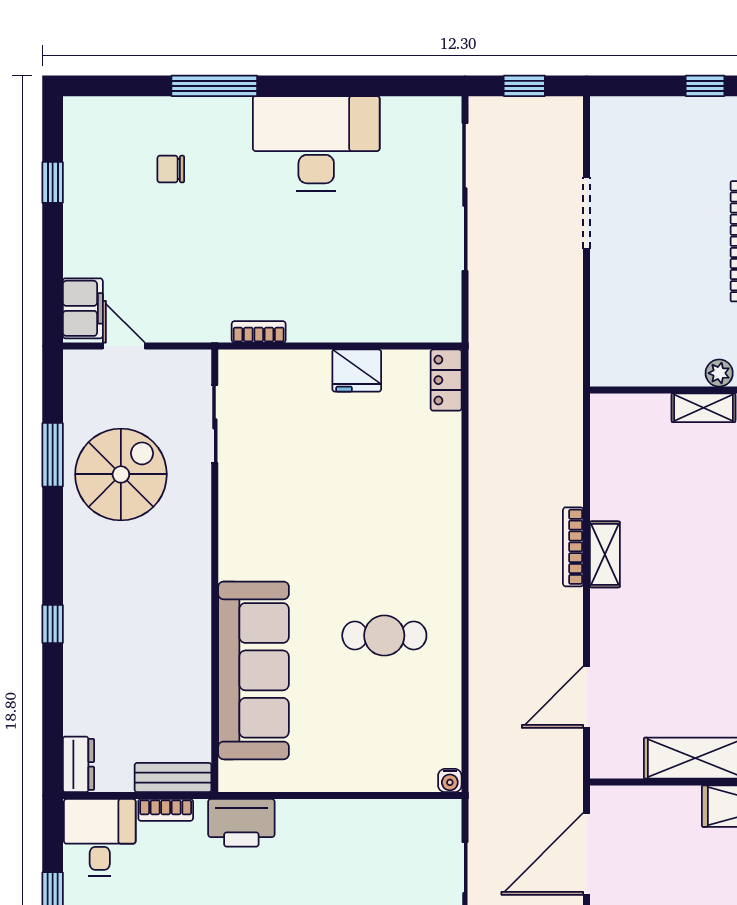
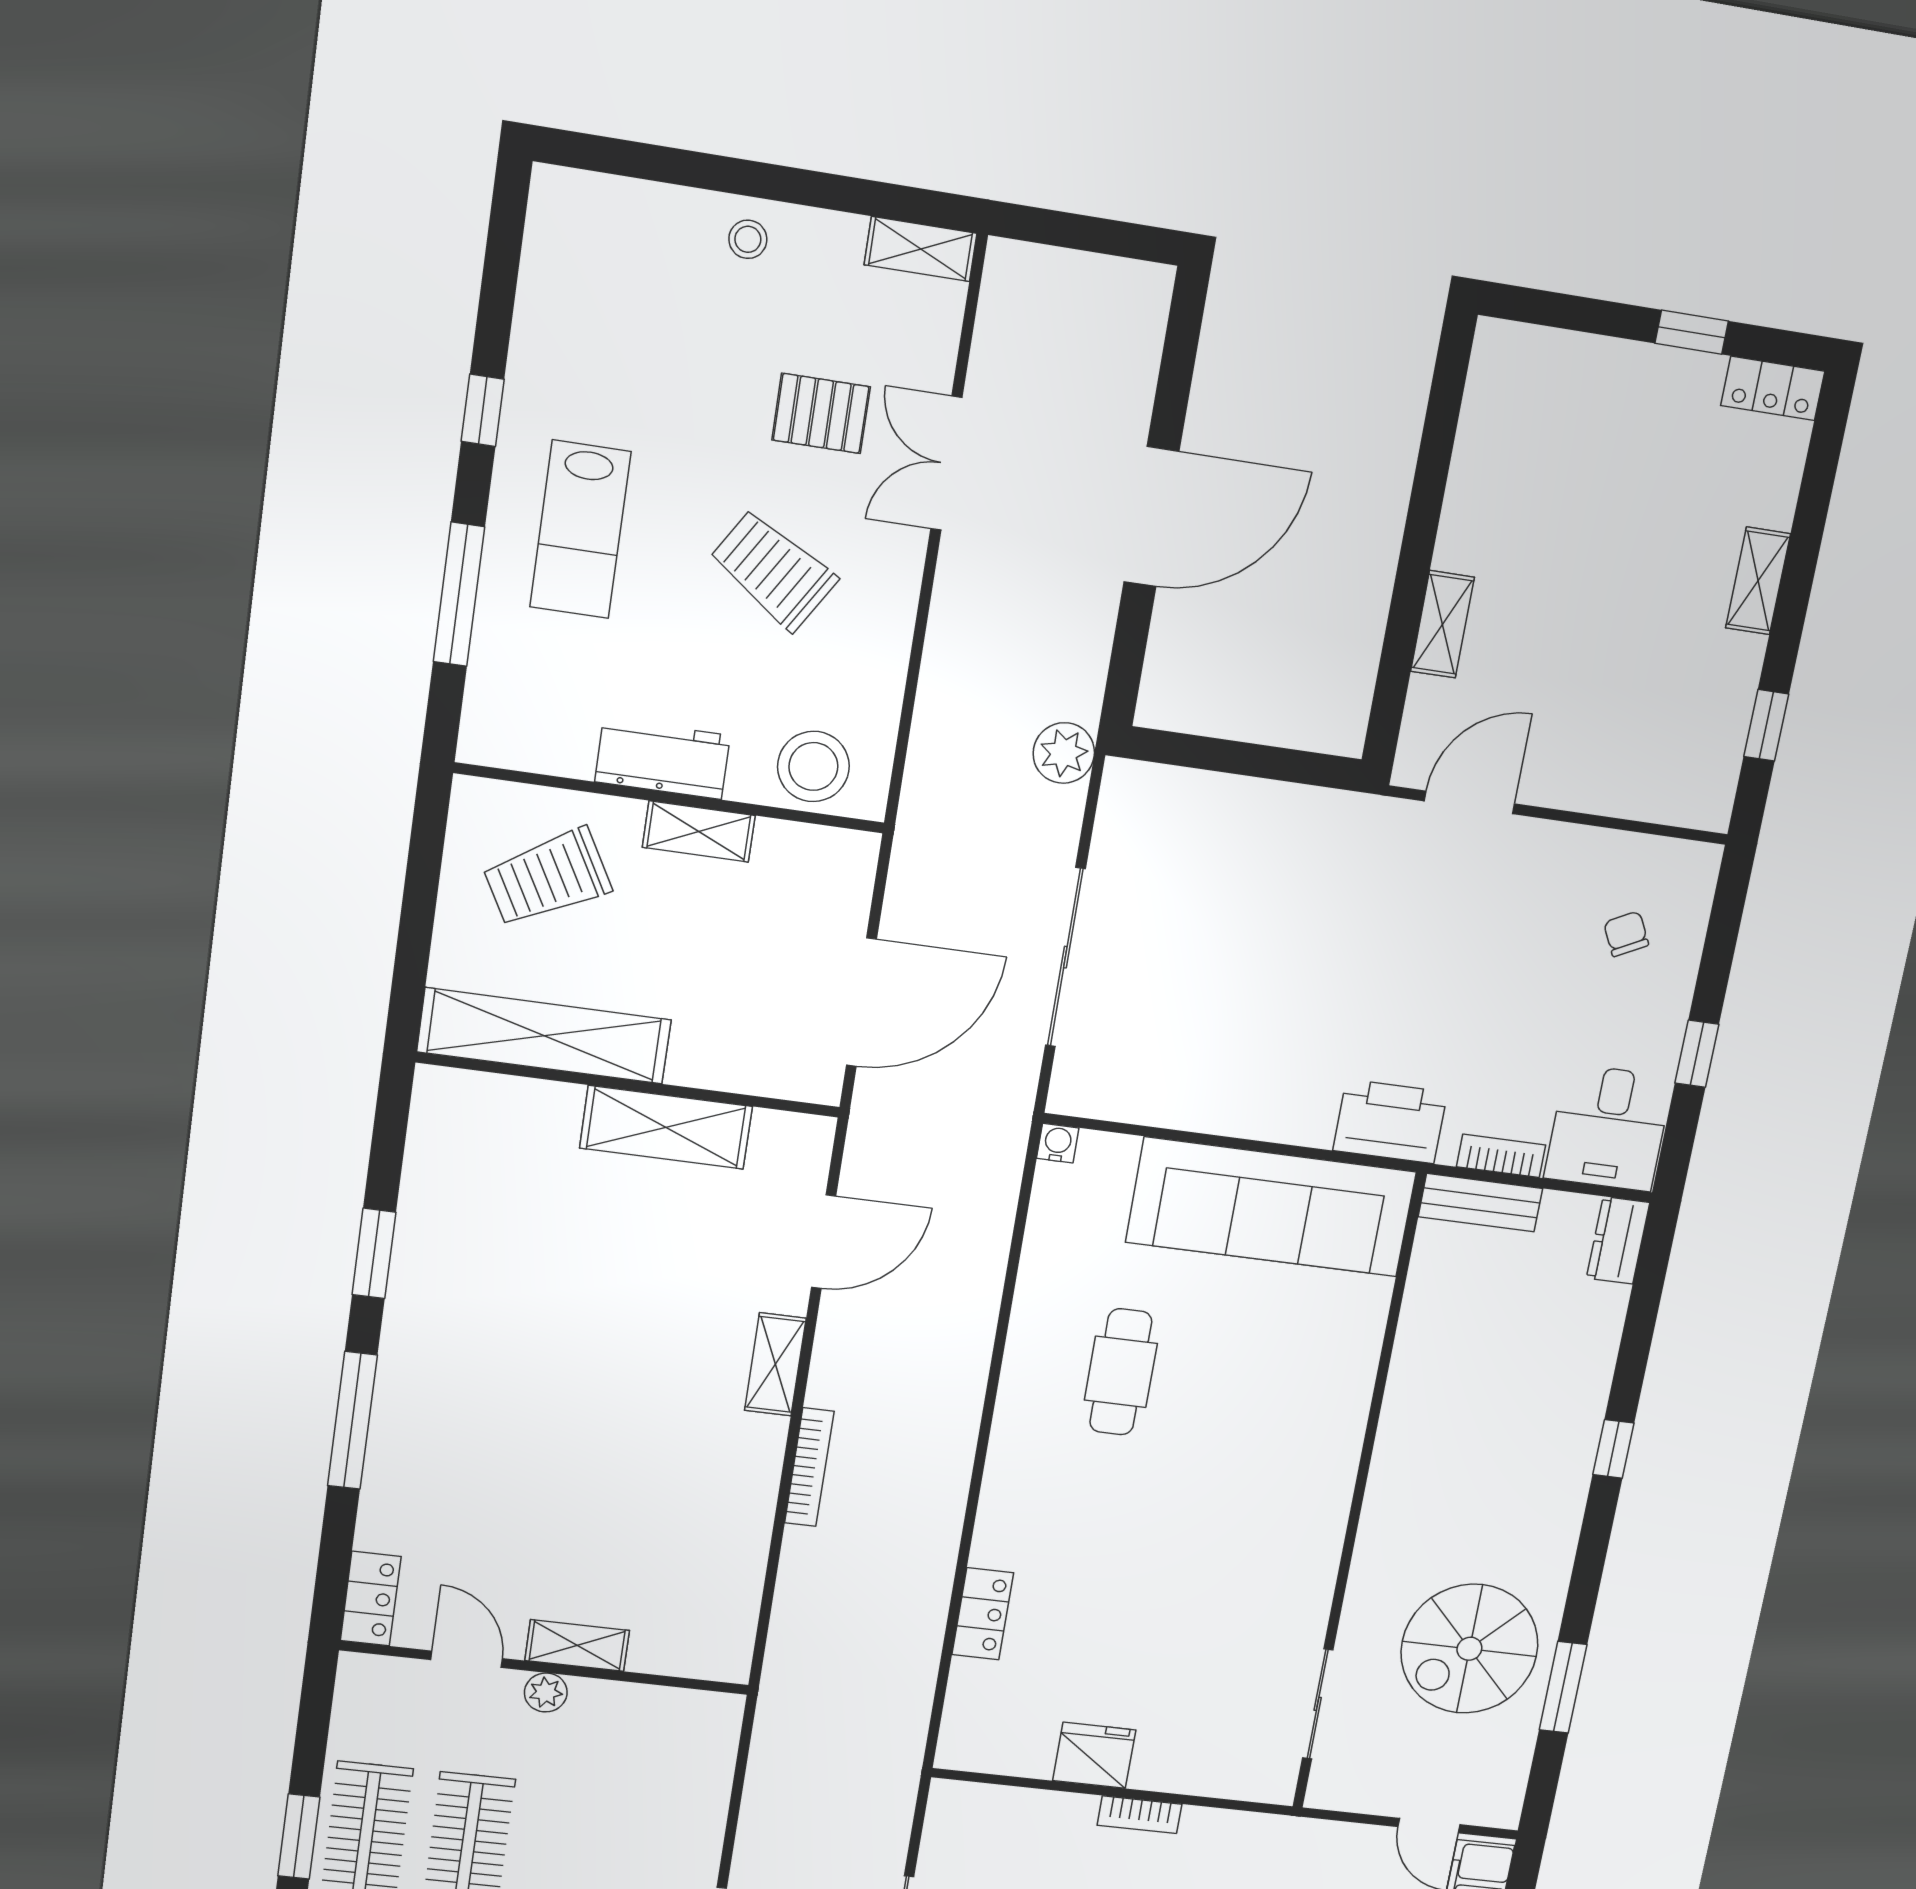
bookcase: (259, 332) -> (1139, 1815), moved
locker: (446, 380) -> (983, 1614), moved
shelving: (605, 554) -> (775, 1364), moved
cafe table: (384, 636) -> (1121, 1372), turned 90
sofa: (254, 670) -> (1271, 1207), moved, turned -90

